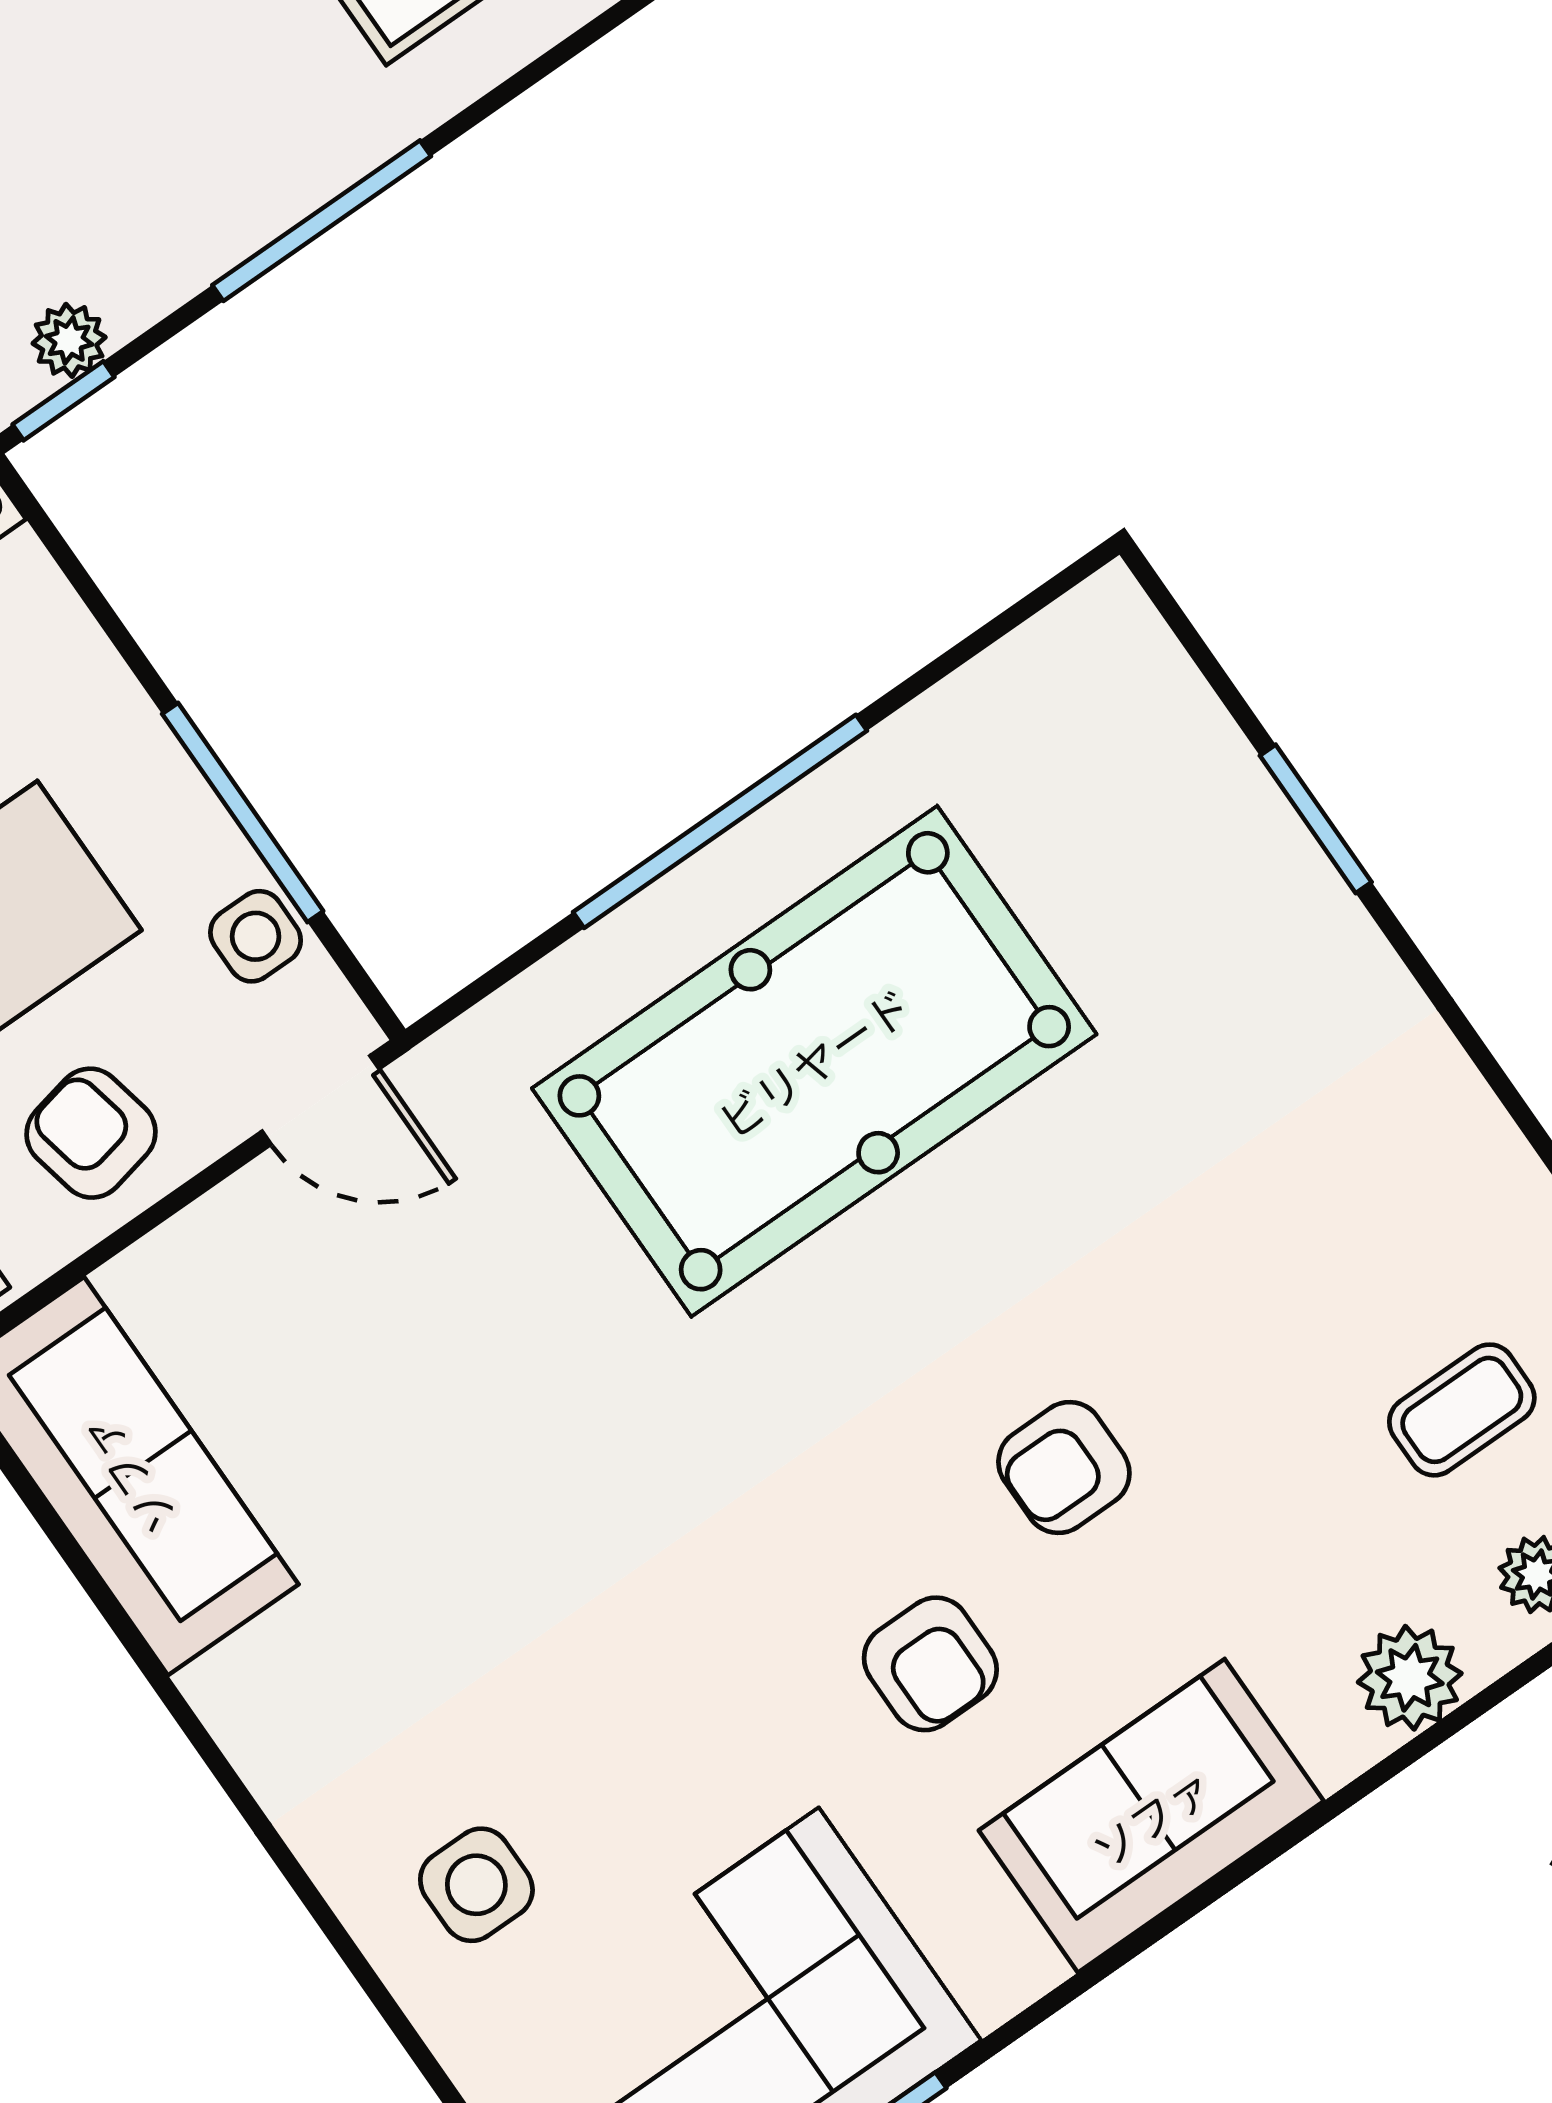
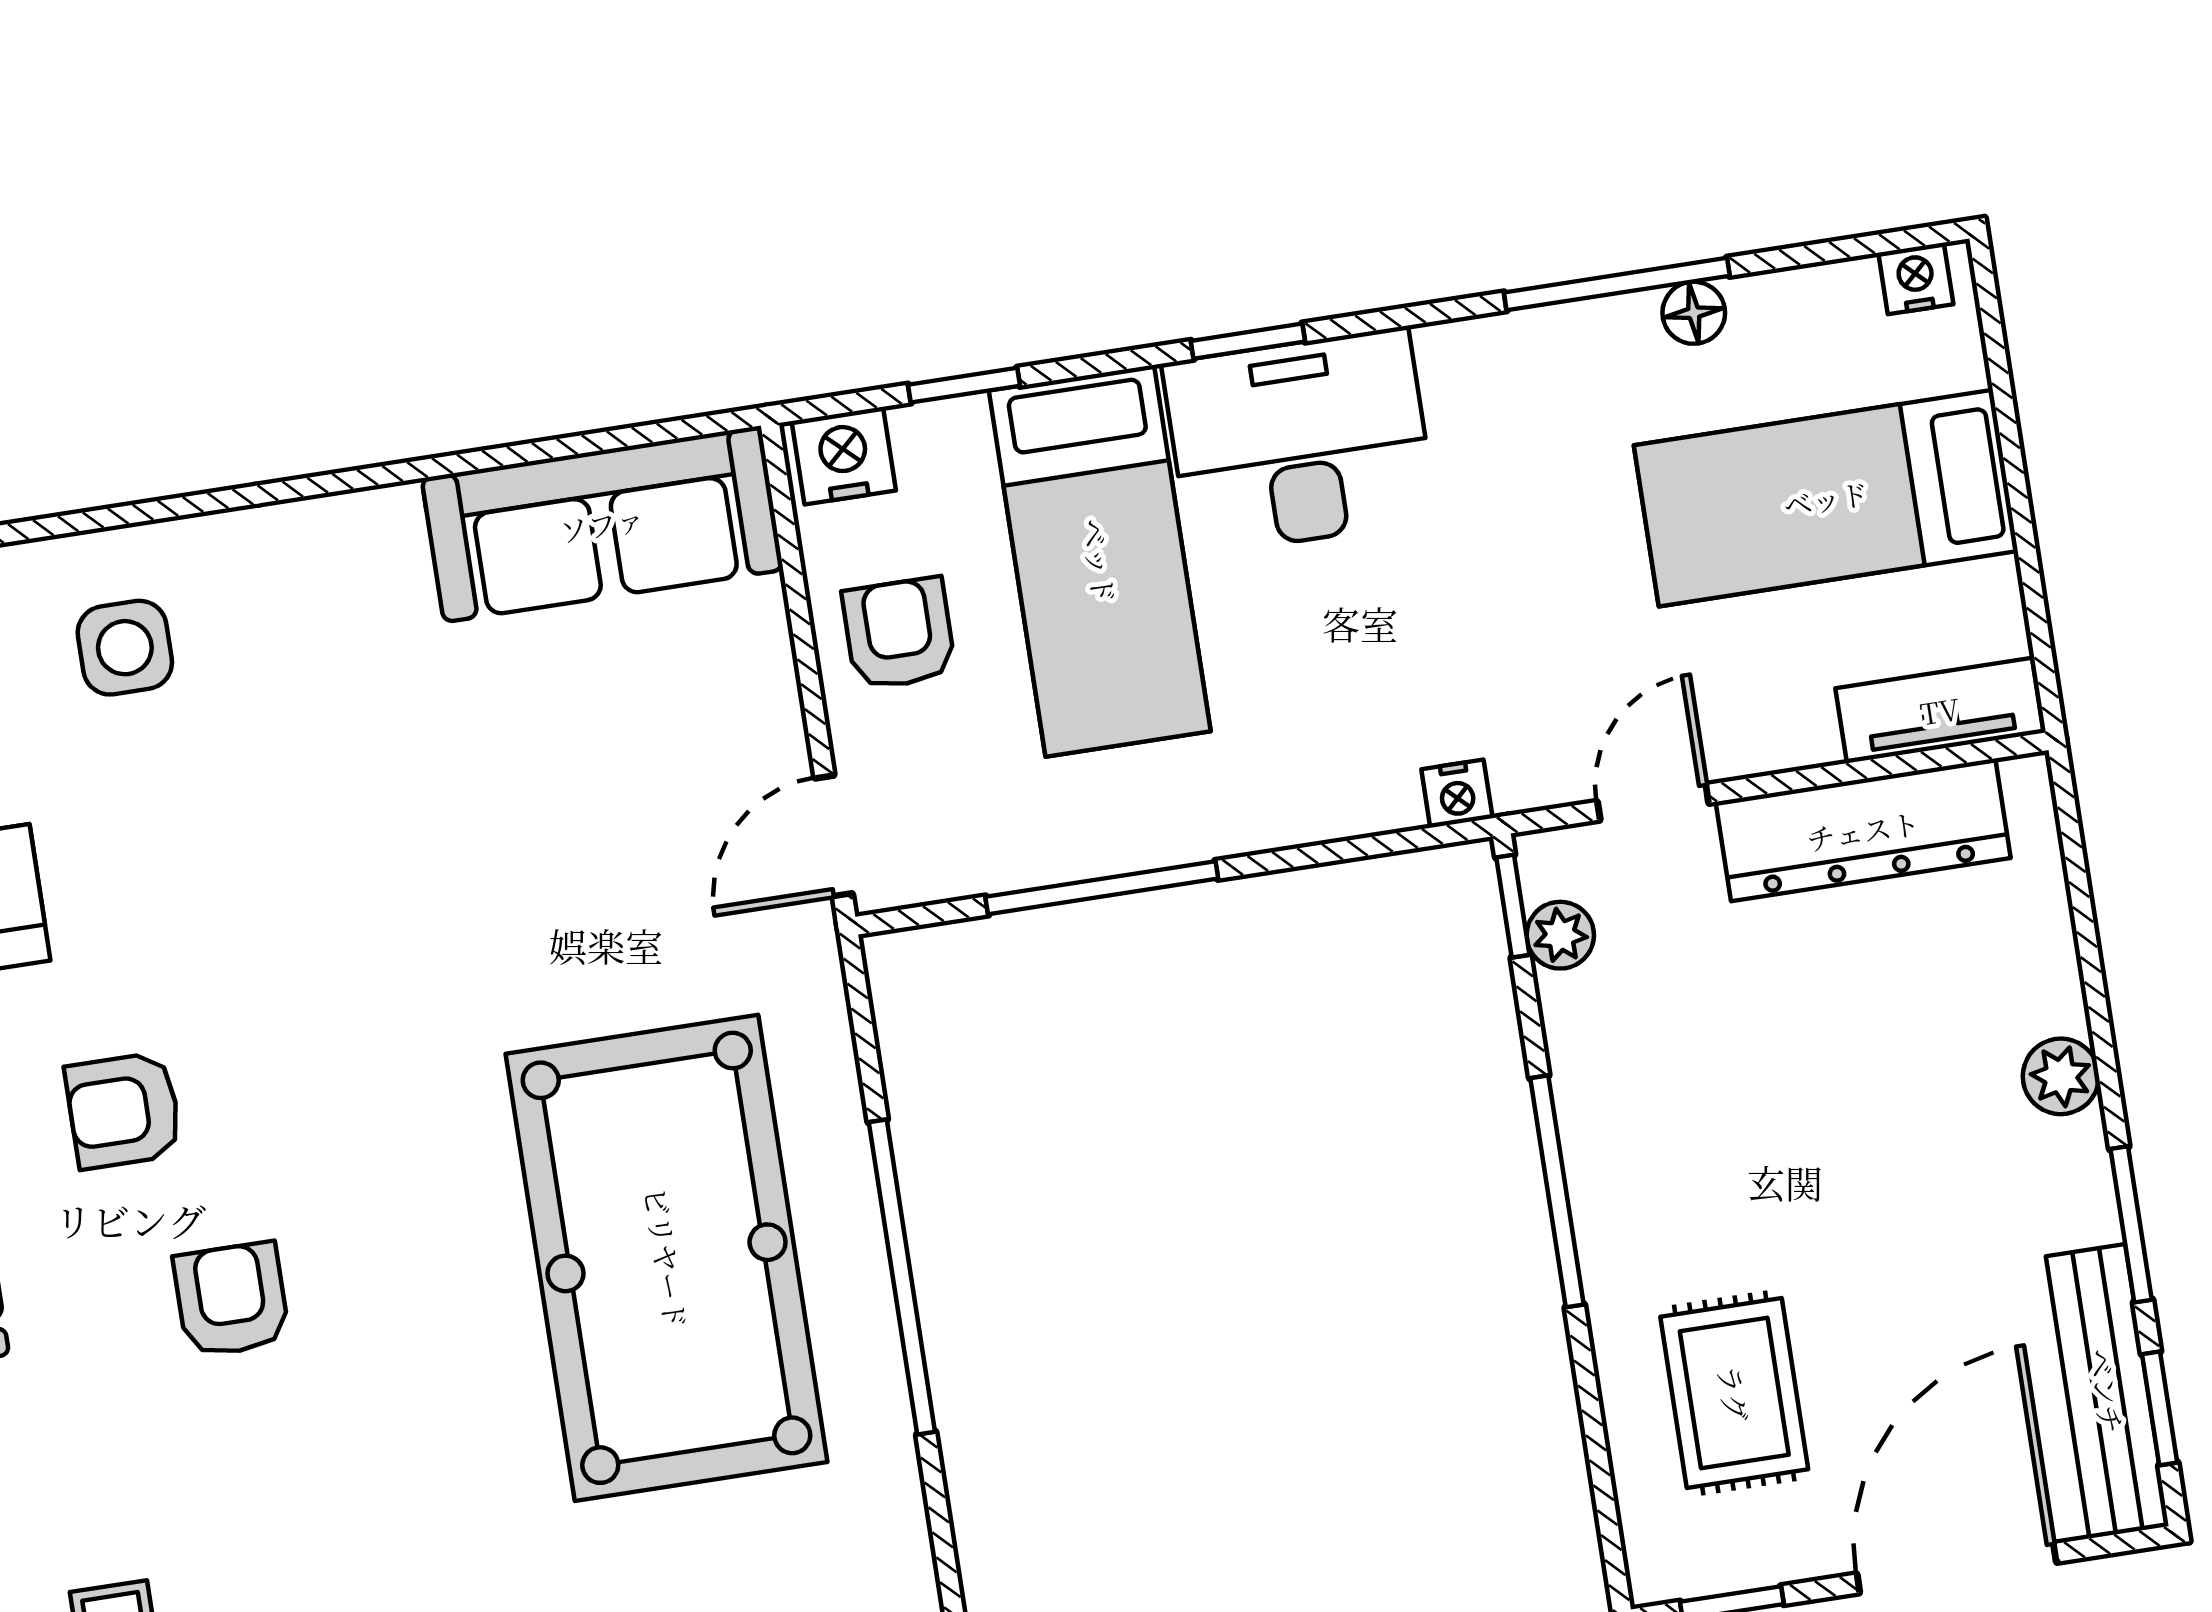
side table: (256, 936) -> (995, 848), removed
armchair: (91, 1133) -> (899, 634), turned -78

